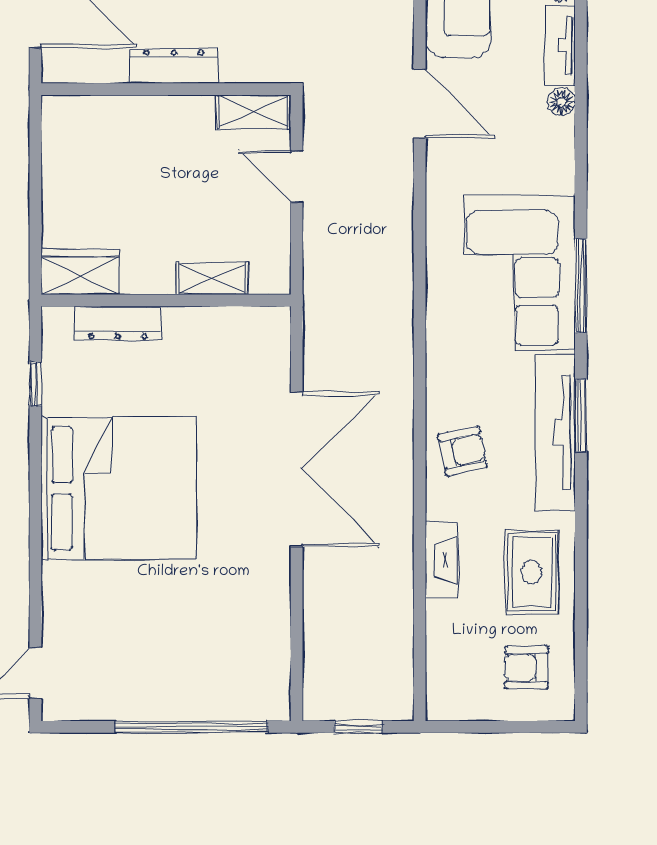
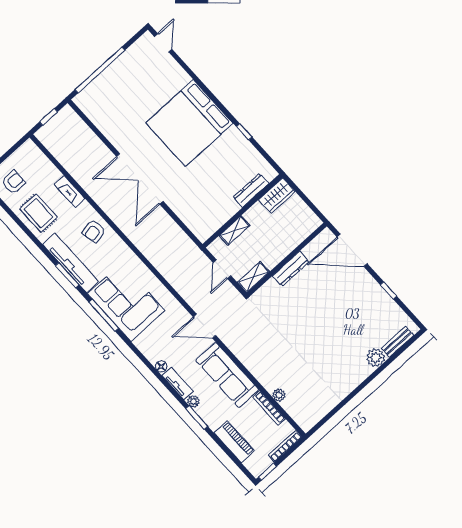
door: (297, 177) -> (222, 269), swing flipped
wardrobe: (80, 272) -> (277, 196), moved
shelving: (212, 279) -> (234, 231), moved
wall: (166, 300) -> (243, 211), moved
dresser: (118, 323) -> (251, 190), moved

